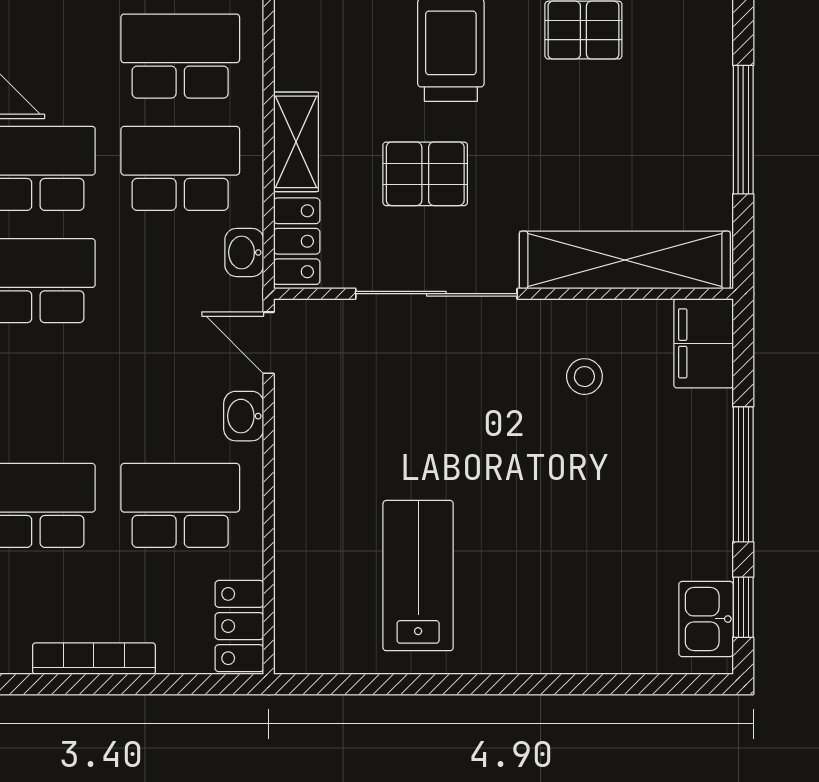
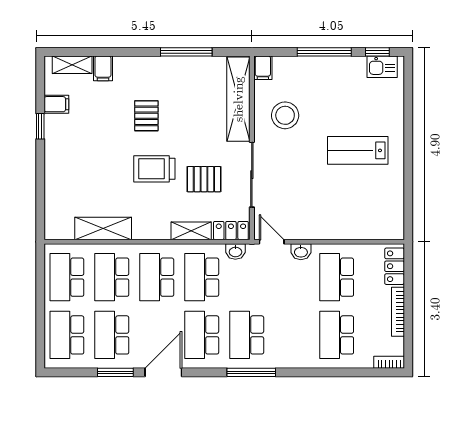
pallet: (425, 174) -> (204, 179), turned 90
door: (269, 343) -> (272, 242), swing flipped
filing cabinet: (704, 343) -> (263, 68), width x0.50
stool: (584, 377) -> (285, 115), width x1.89, depth x1.89
lab bench: (418, 576) -> (358, 150), moved
locker: (239, 626) -> (395, 266), moved, turned 90

